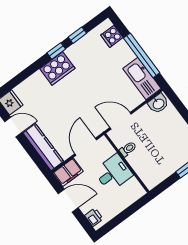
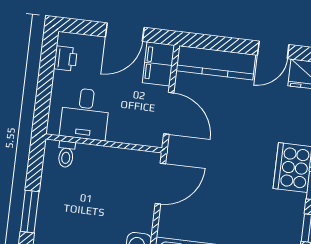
toilet: (128, 149) -> (66, 154), moved
desk: (113, 173) -> (85, 114), moved
printer: (94, 217) -> (65, 59), moved, turned -90

